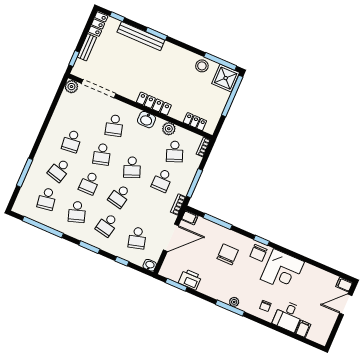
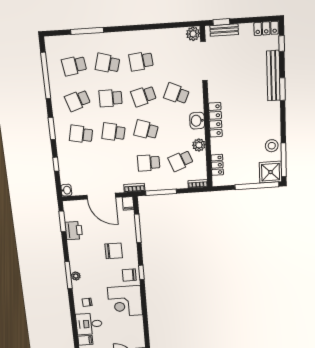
bench: (87, 47) -> (224, 30), moved
school desk: (114, 125) -> (177, 94), turned 39
school desk: (132, 167) -> (146, 130), turned 39
school desk: (137, 238) -> (84, 167), removed

